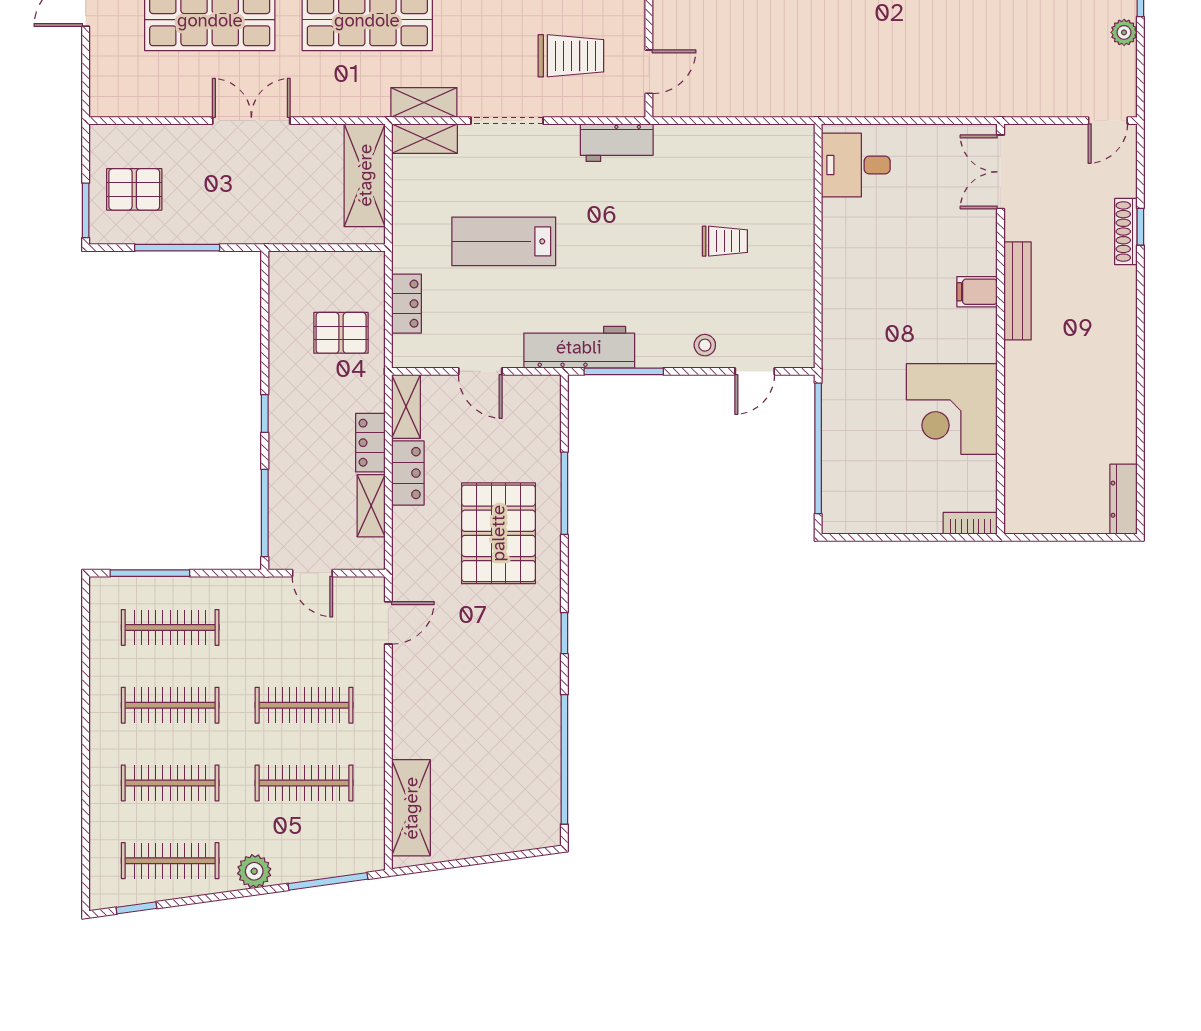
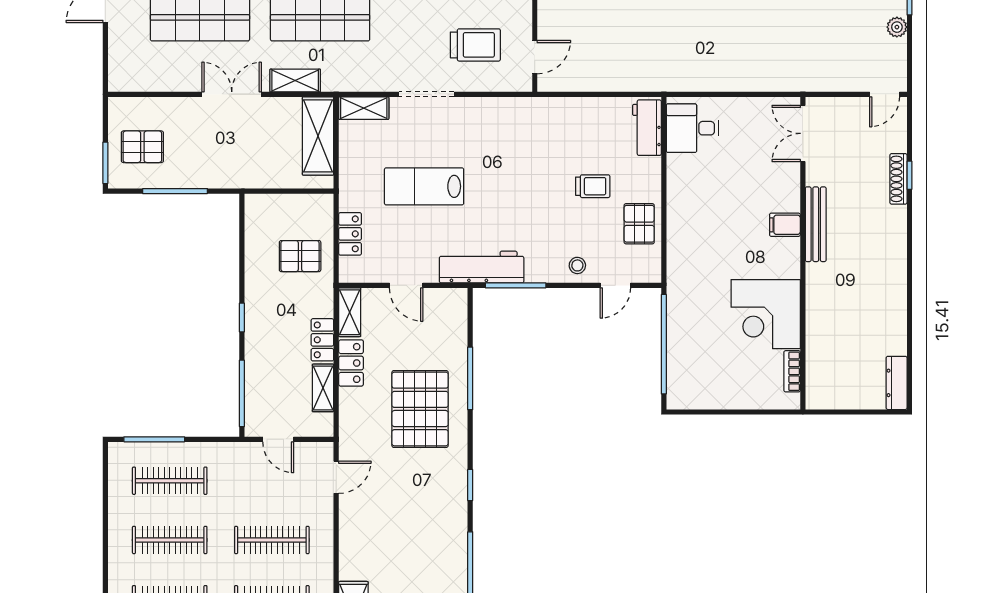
shelving: (424, 102) -> (295, 80), moved
workbench: (617, 143) -> (647, 128), moved, turned 90
pallet: (786, 290) -> (639, 224), added
bookcase: (970, 523) -> (792, 371), moved, turned -90

